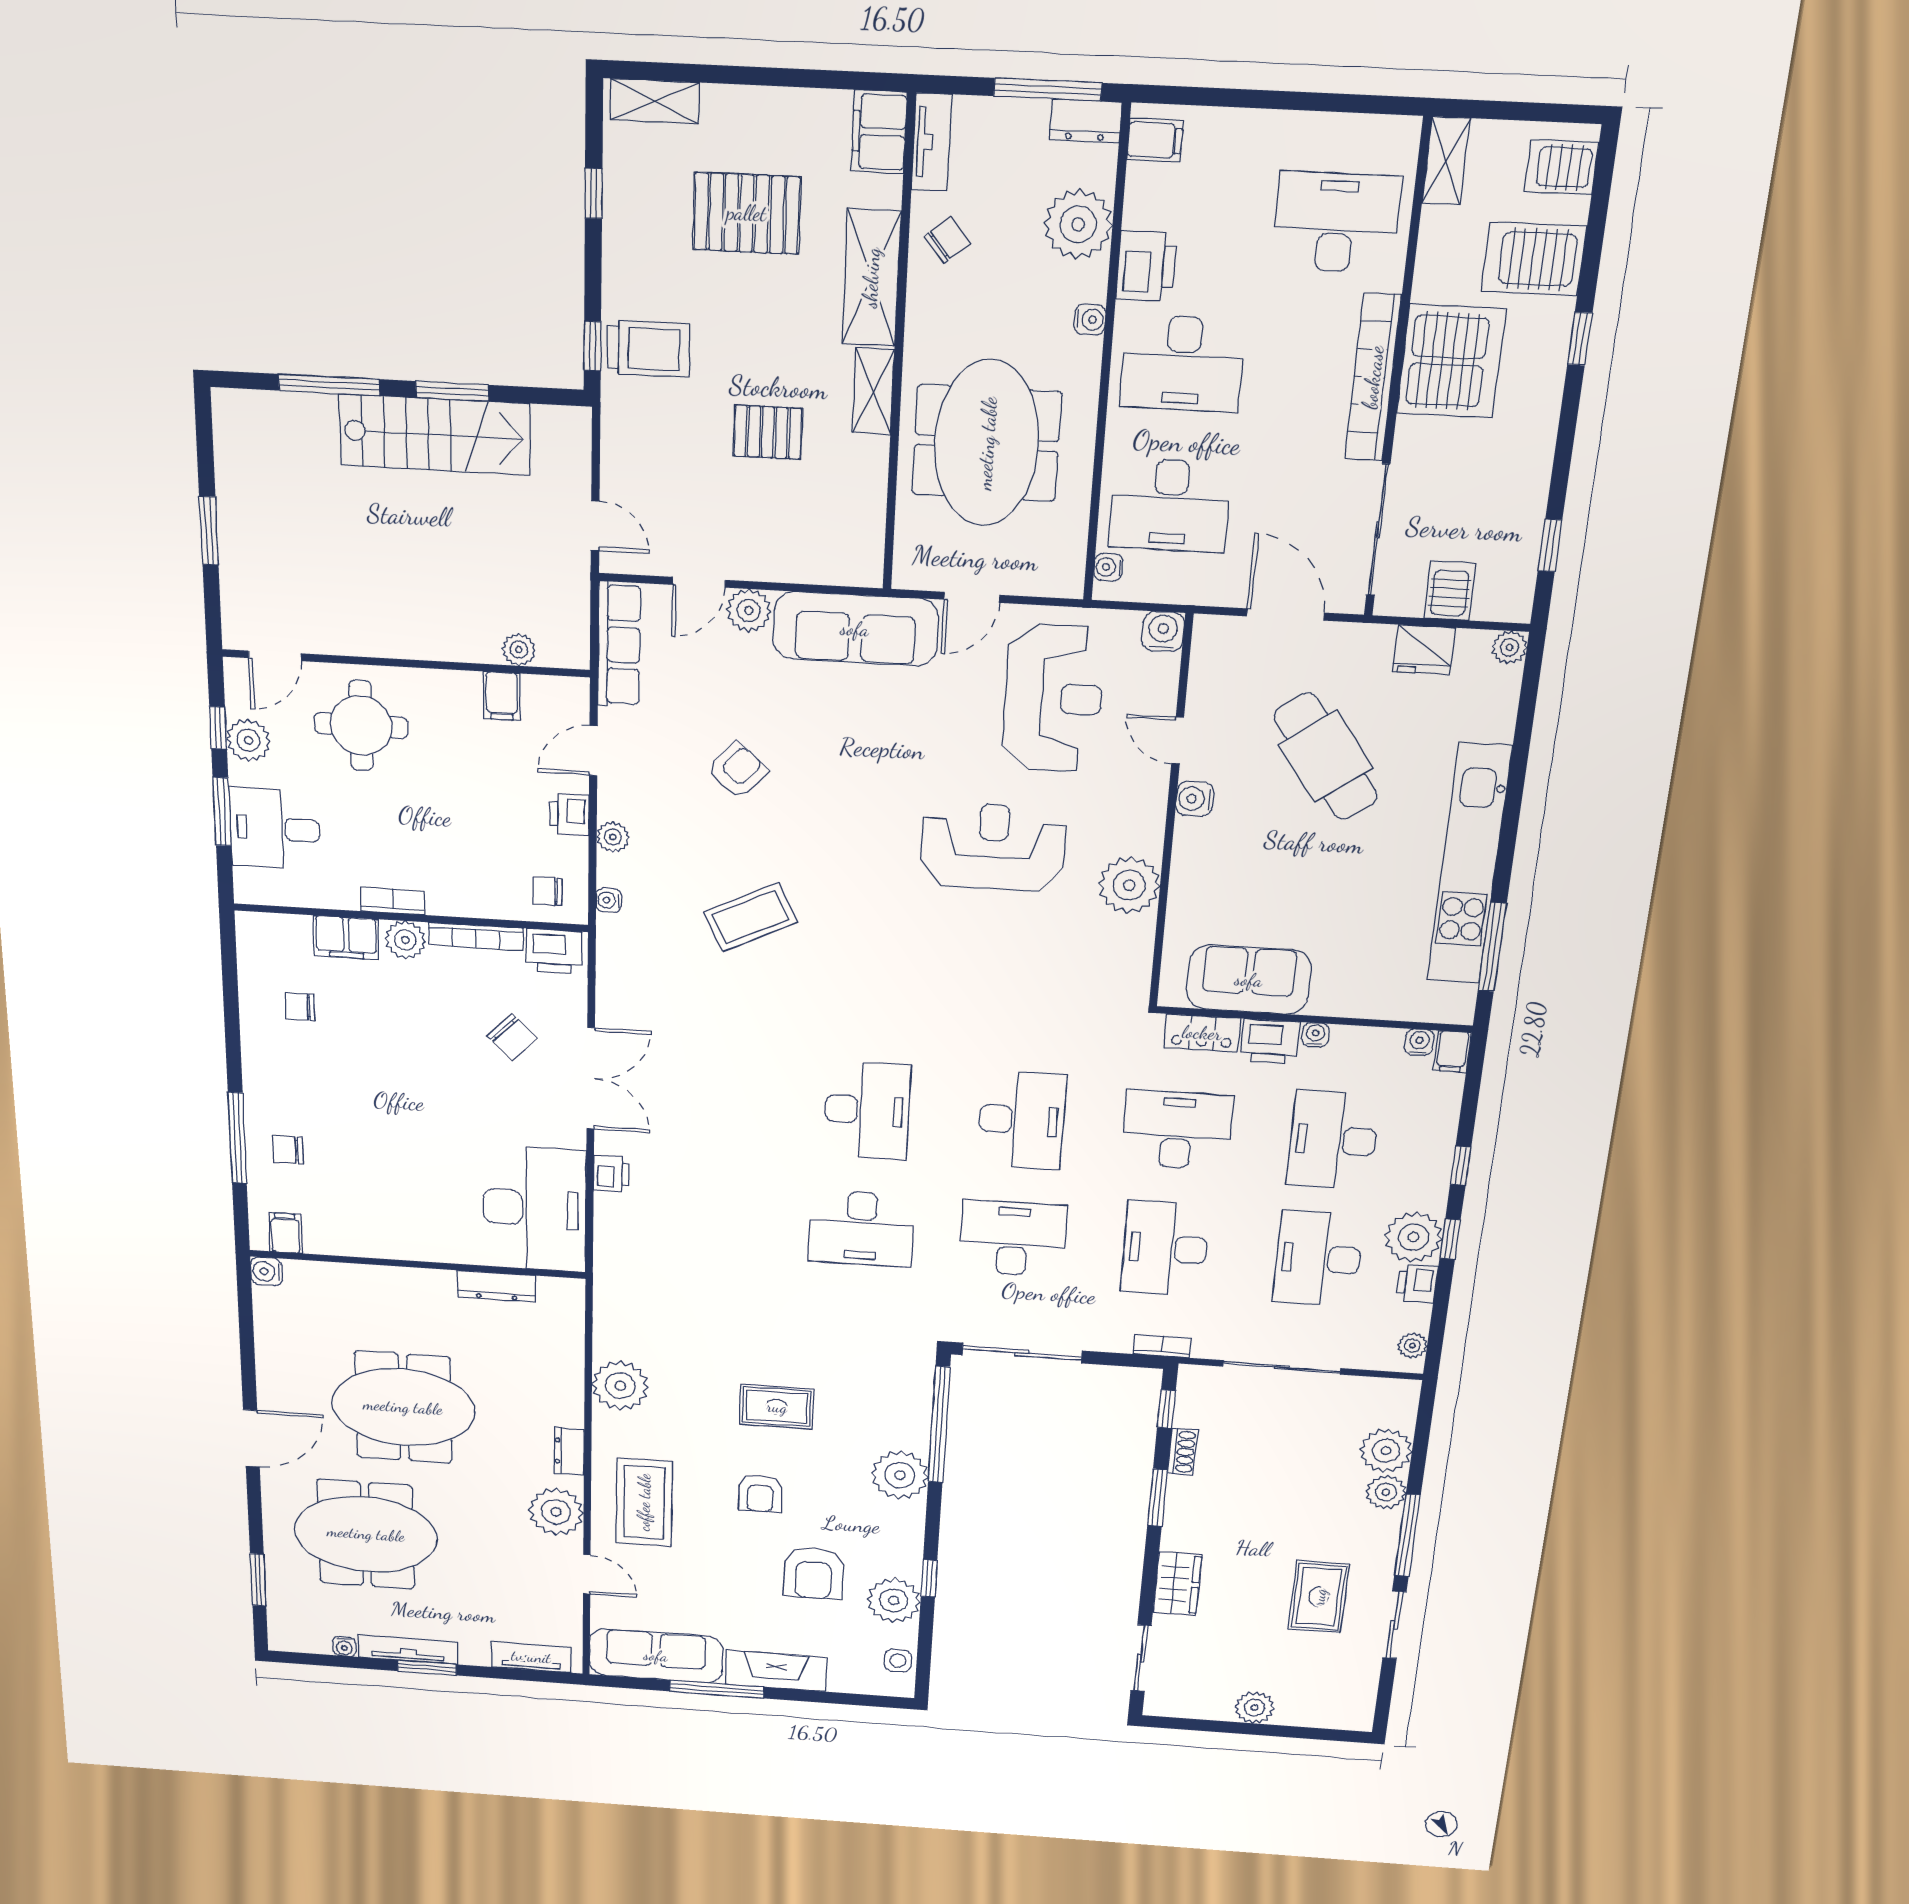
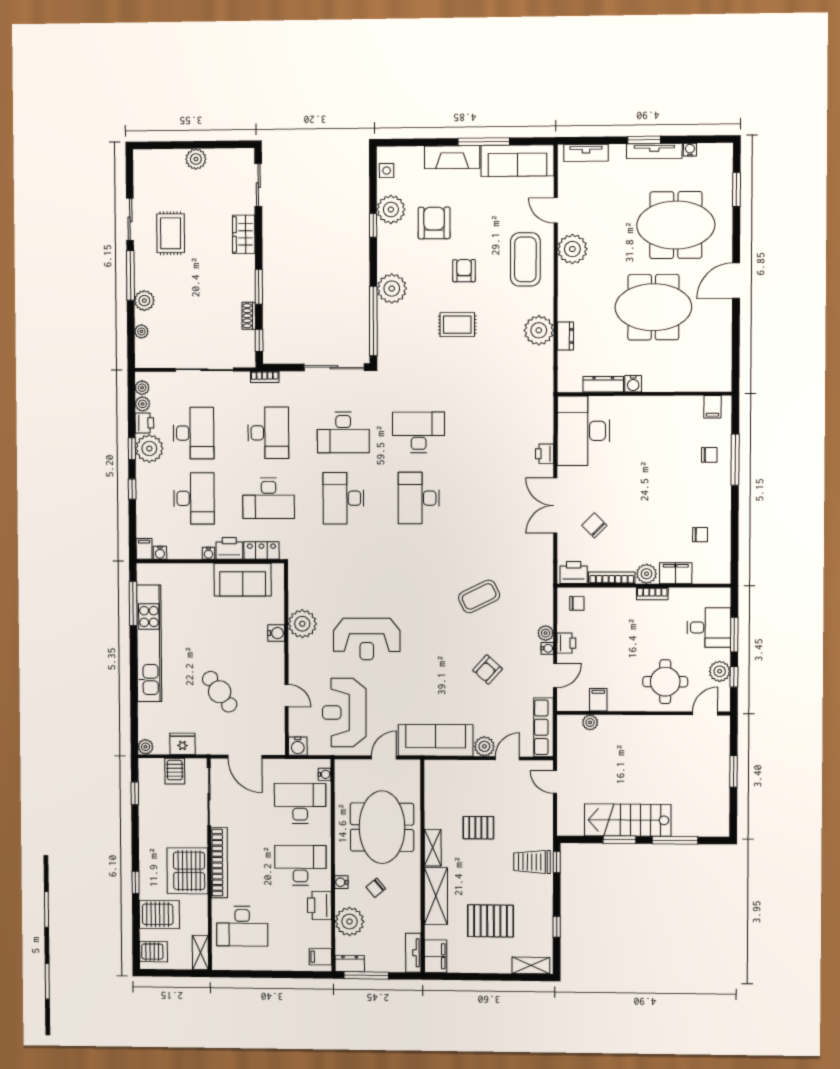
chair: (947, 240) -> (376, 888), moved
cafe table: (1326, 756) -> (220, 692), width x0.73, depth x0.74
water cooler: (1195, 799) -> (276, 633), moved
water cooler: (609, 900) -> (547, 648), moved
water cooler: (267, 1271) -> (633, 384), moved, turned 90
plant: (1416, 1317) -> (143, 404), added
dresser: (569, 1451) -> (565, 336), moved
plant: (1386, 1451) -> (141, 331), width x0.53, depth x0.53

